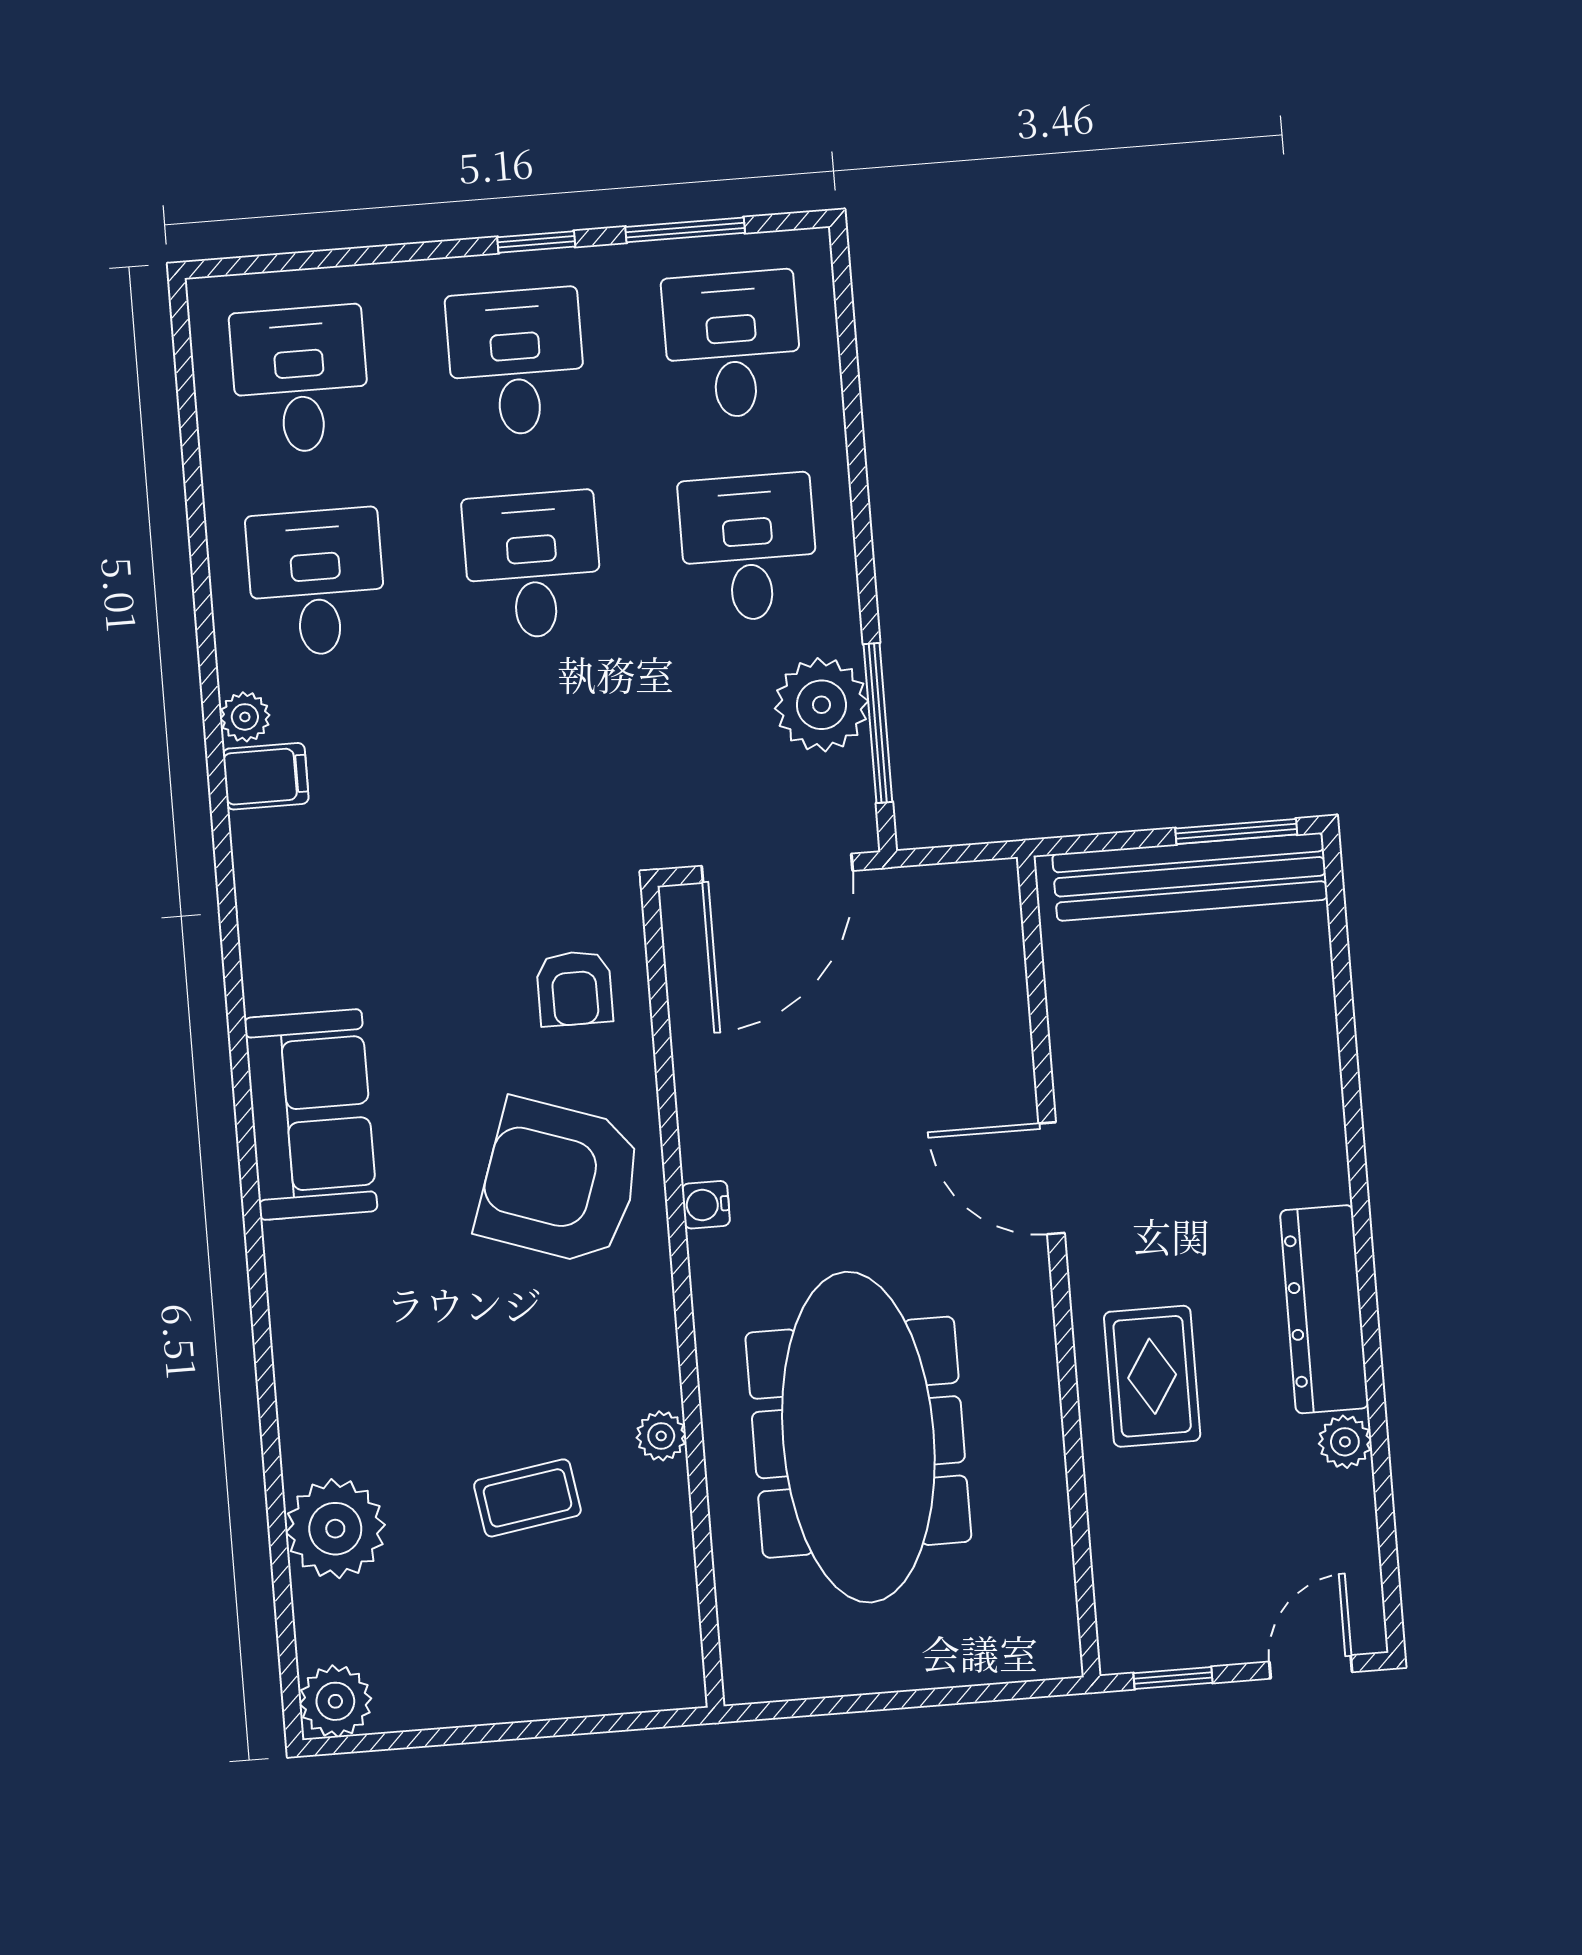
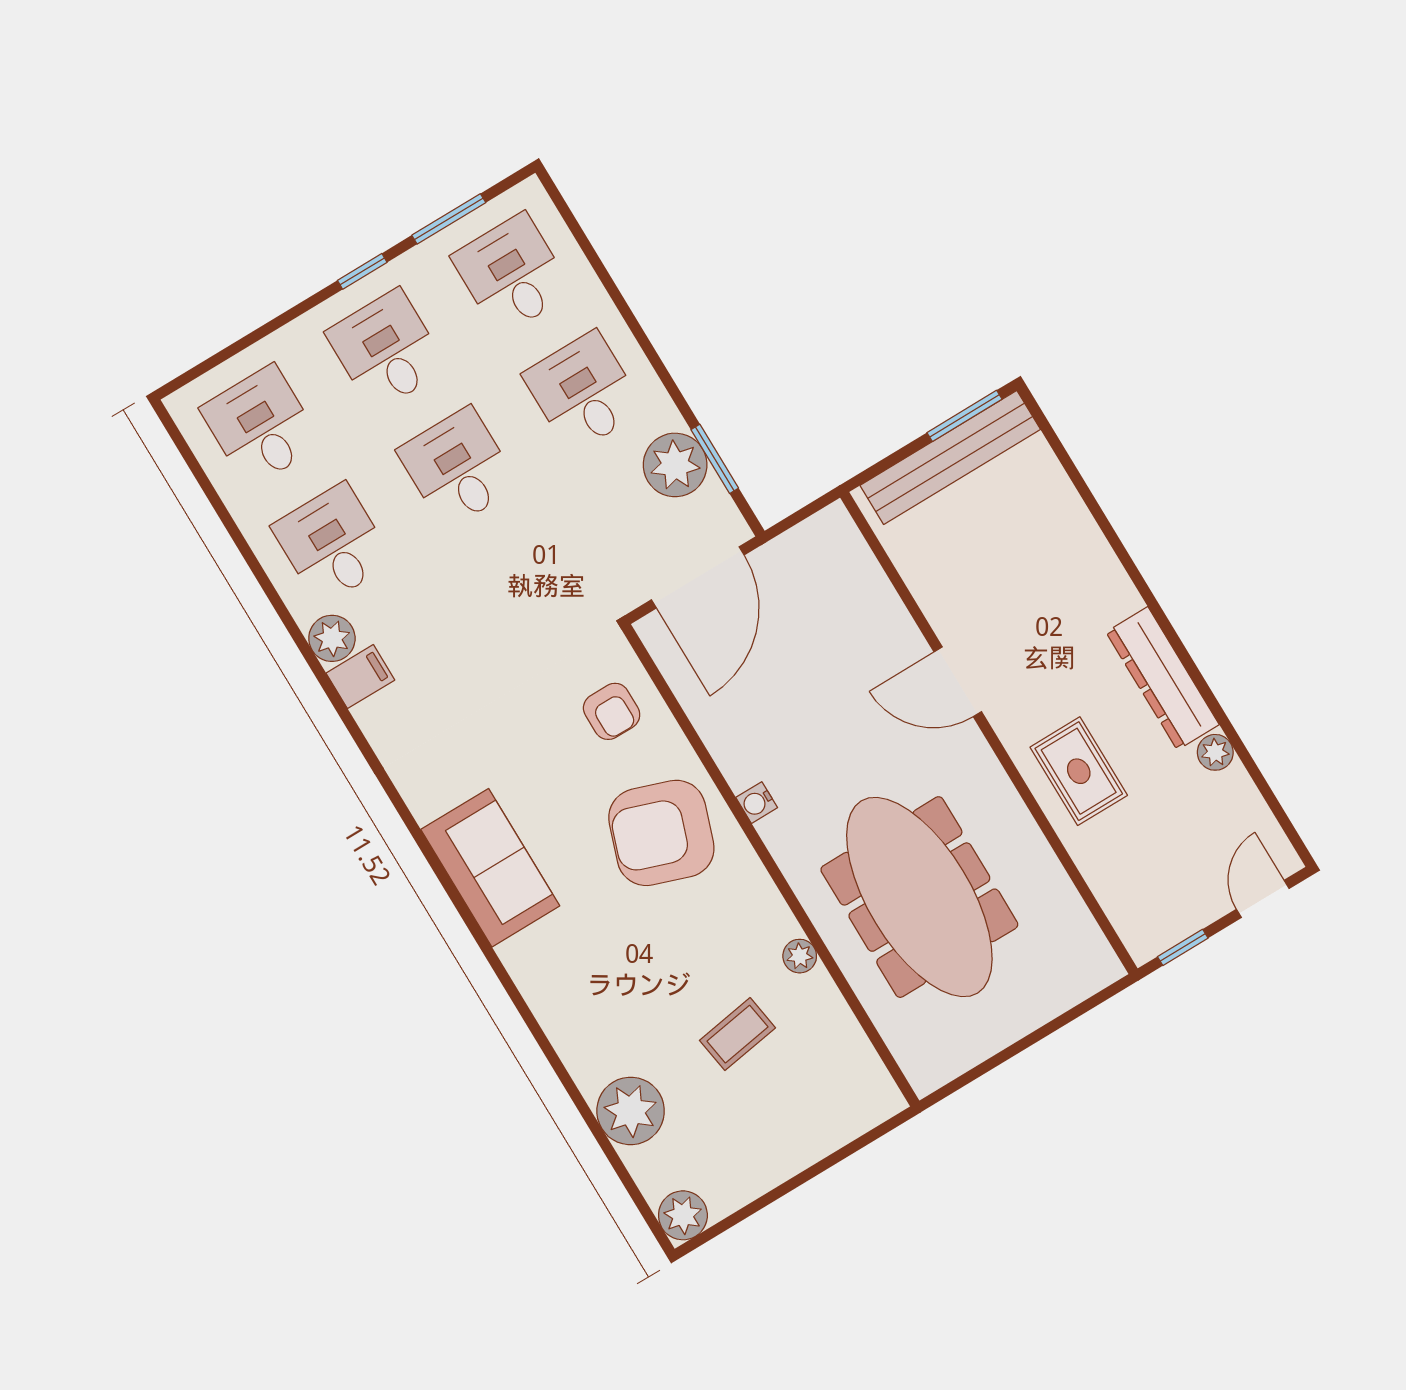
plant: (245, 717) -> (332, 638), width x1.38, depth x1.38
window: (878, 723) -> (715, 459), width x0.69

